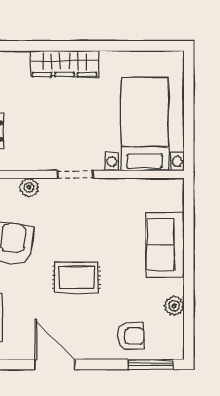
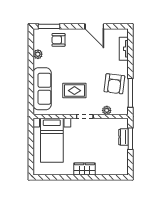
wardrobe: (65, 64) -> (84, 169), width x0.67
sofa: (165, 245) -> (42, 89), width x1.36
rug: (76, 277) -> (74, 91), moved

